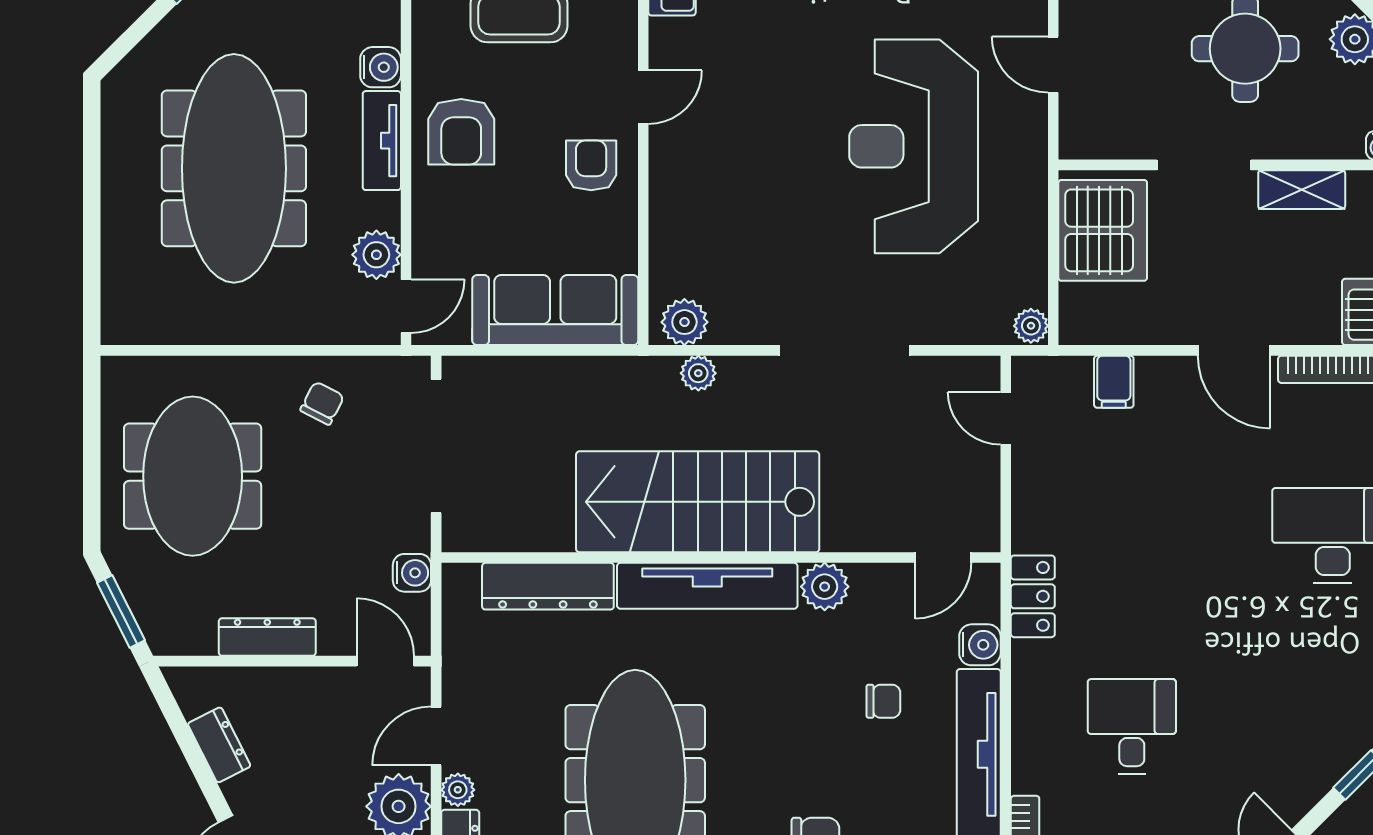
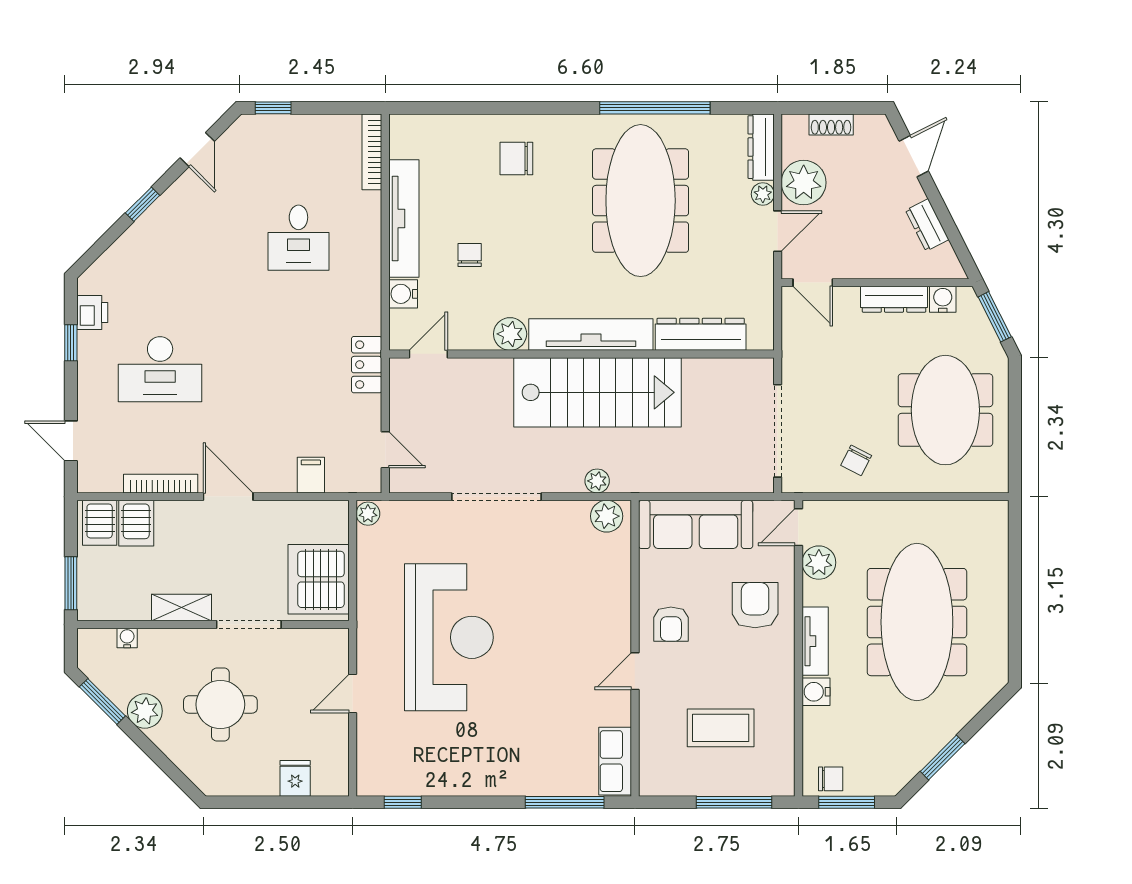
door: (1053, 65) -> (353, 694), swing flipped
armchair: (461, 132) -> (755, 605), moved
water cooler: (412, 573) -> (943, 299), moved, turned 90
locker: (1033, 596) -> (367, 365), moved
chair: (883, 701) -> (470, 255), turned 90

